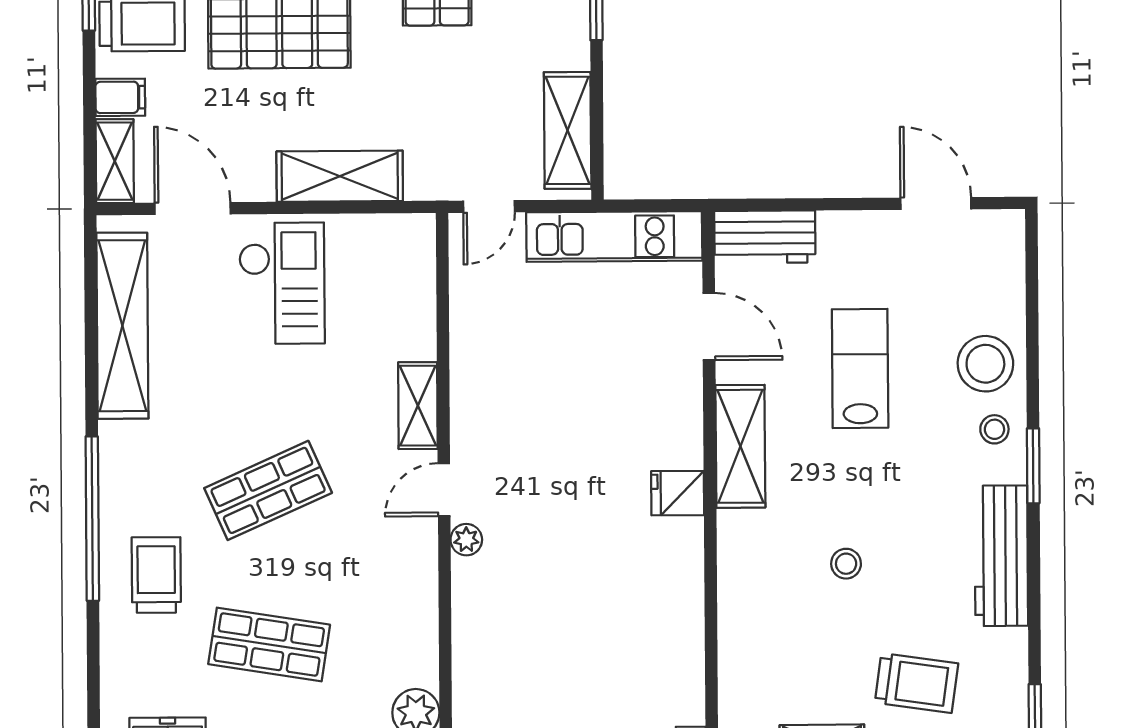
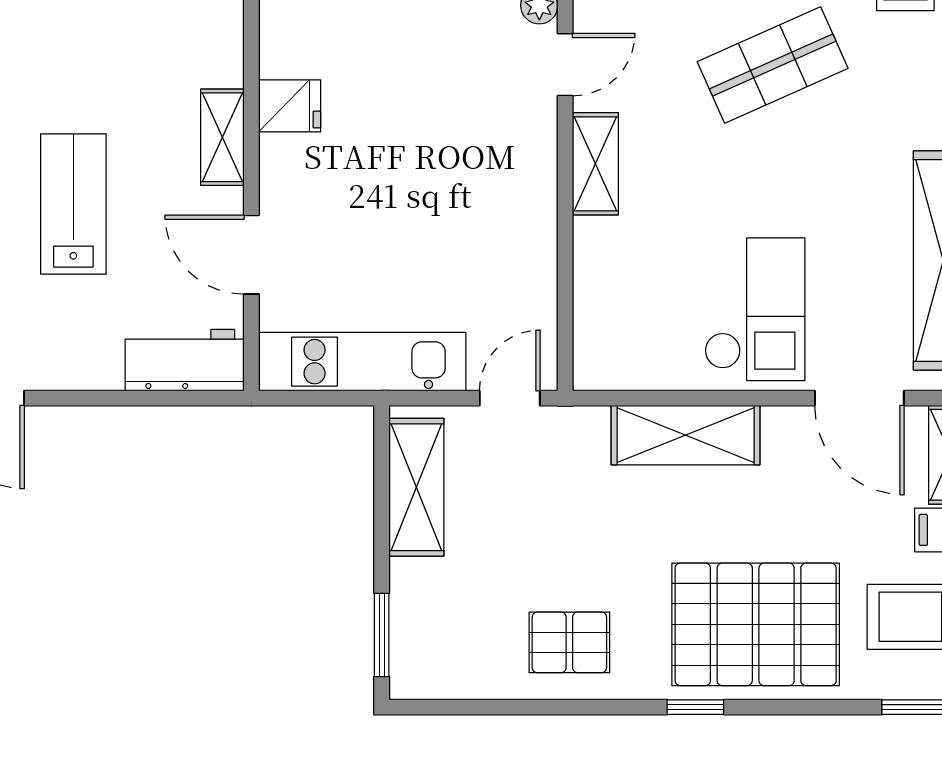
checkout: (282, 283) -> (755, 309), turned 180
lab bench: (860, 369) -> (73, 204), turned 180
shelving: (740, 446) -> (222, 137), width x0.67, depth x0.75
fridge: (678, 493) -> (290, 106), moved

